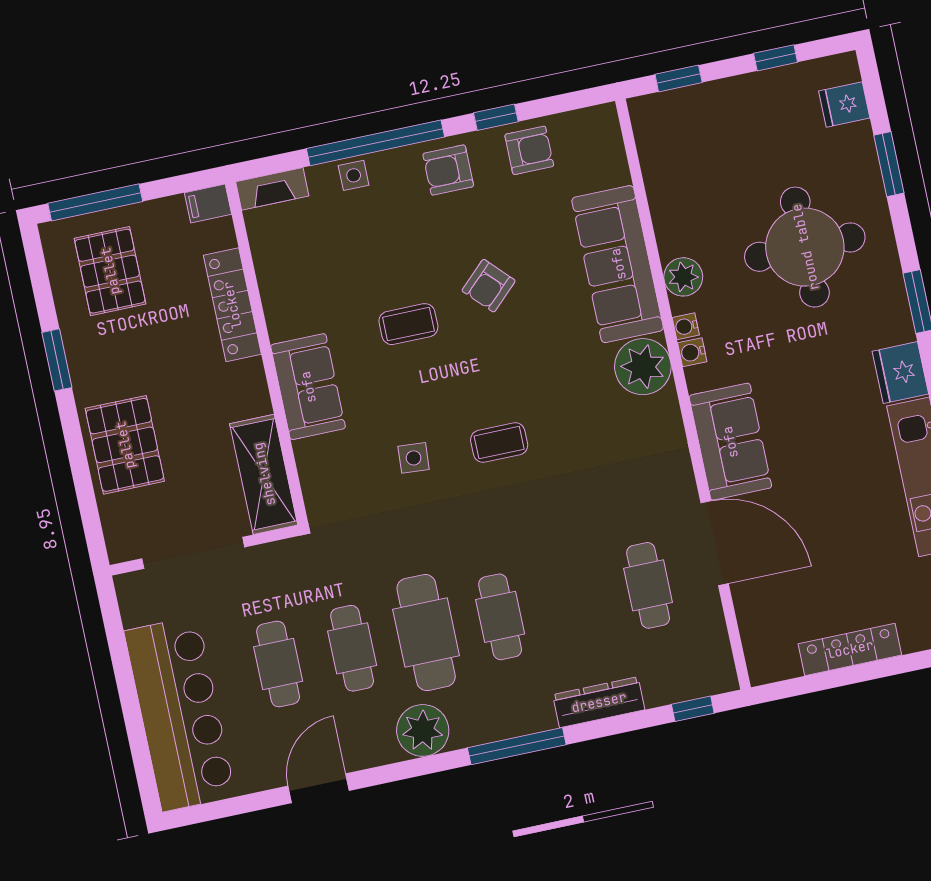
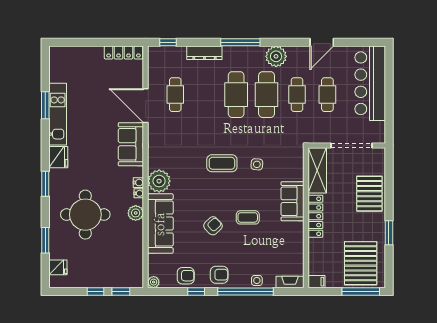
window: (776, 58) -> (95, 291), moved
plant: (604, 118) -> (154, 282), added
armchair: (529, 150) -> (186, 276), turned 180
pallet: (110, 271) -> (361, 263), width x1.37, depth x1.41
locker: (232, 305) -> (315, 216), moved
coffee table: (499, 443) -> (222, 163), width x1.36, depth x1.30
cafe table: (500, 617) -> (236, 95), width x1.37, depth x1.35
locker: (850, 649) -> (123, 52), moved

